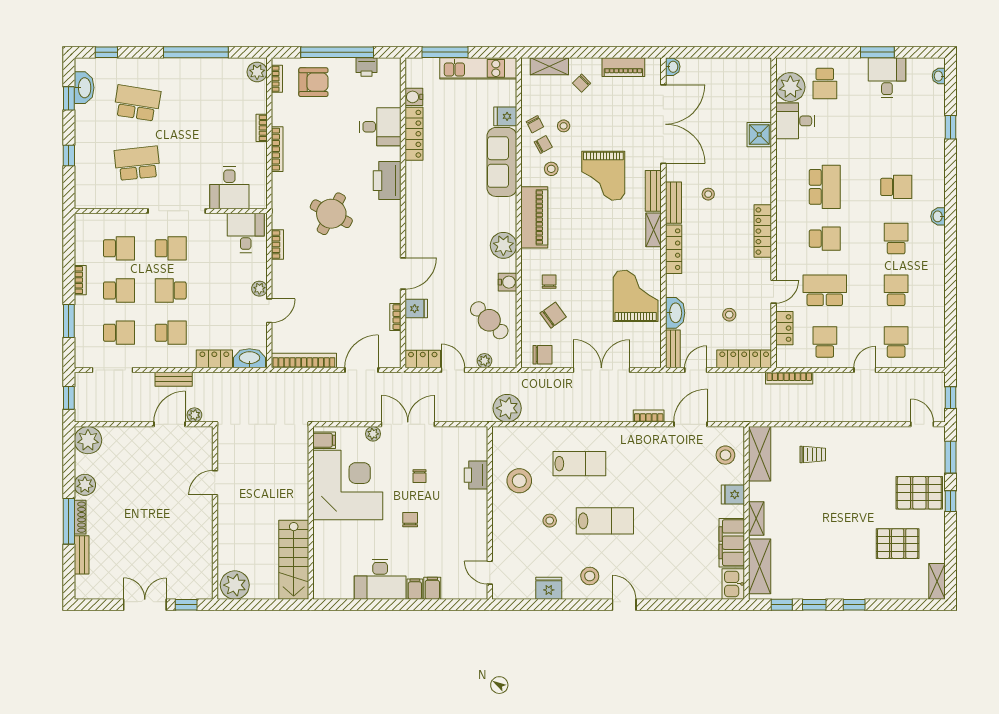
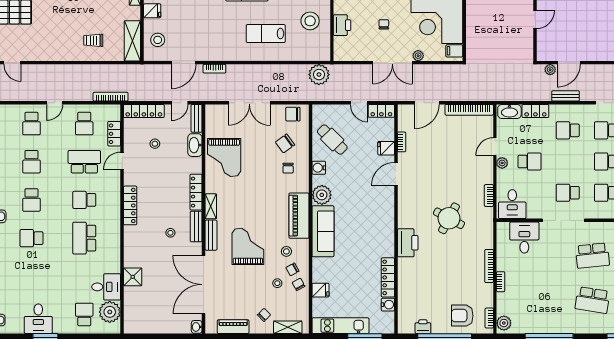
desk: (380, 127) -> (413, 283), removed
sofa: (502, 162) -> (323, 231), moved
school desk: (171, 290) -> (530, 162), moved
school desk: (825, 290) -> (84, 162), turned 180
plant: (484, 361) -> (336, 110), removed

